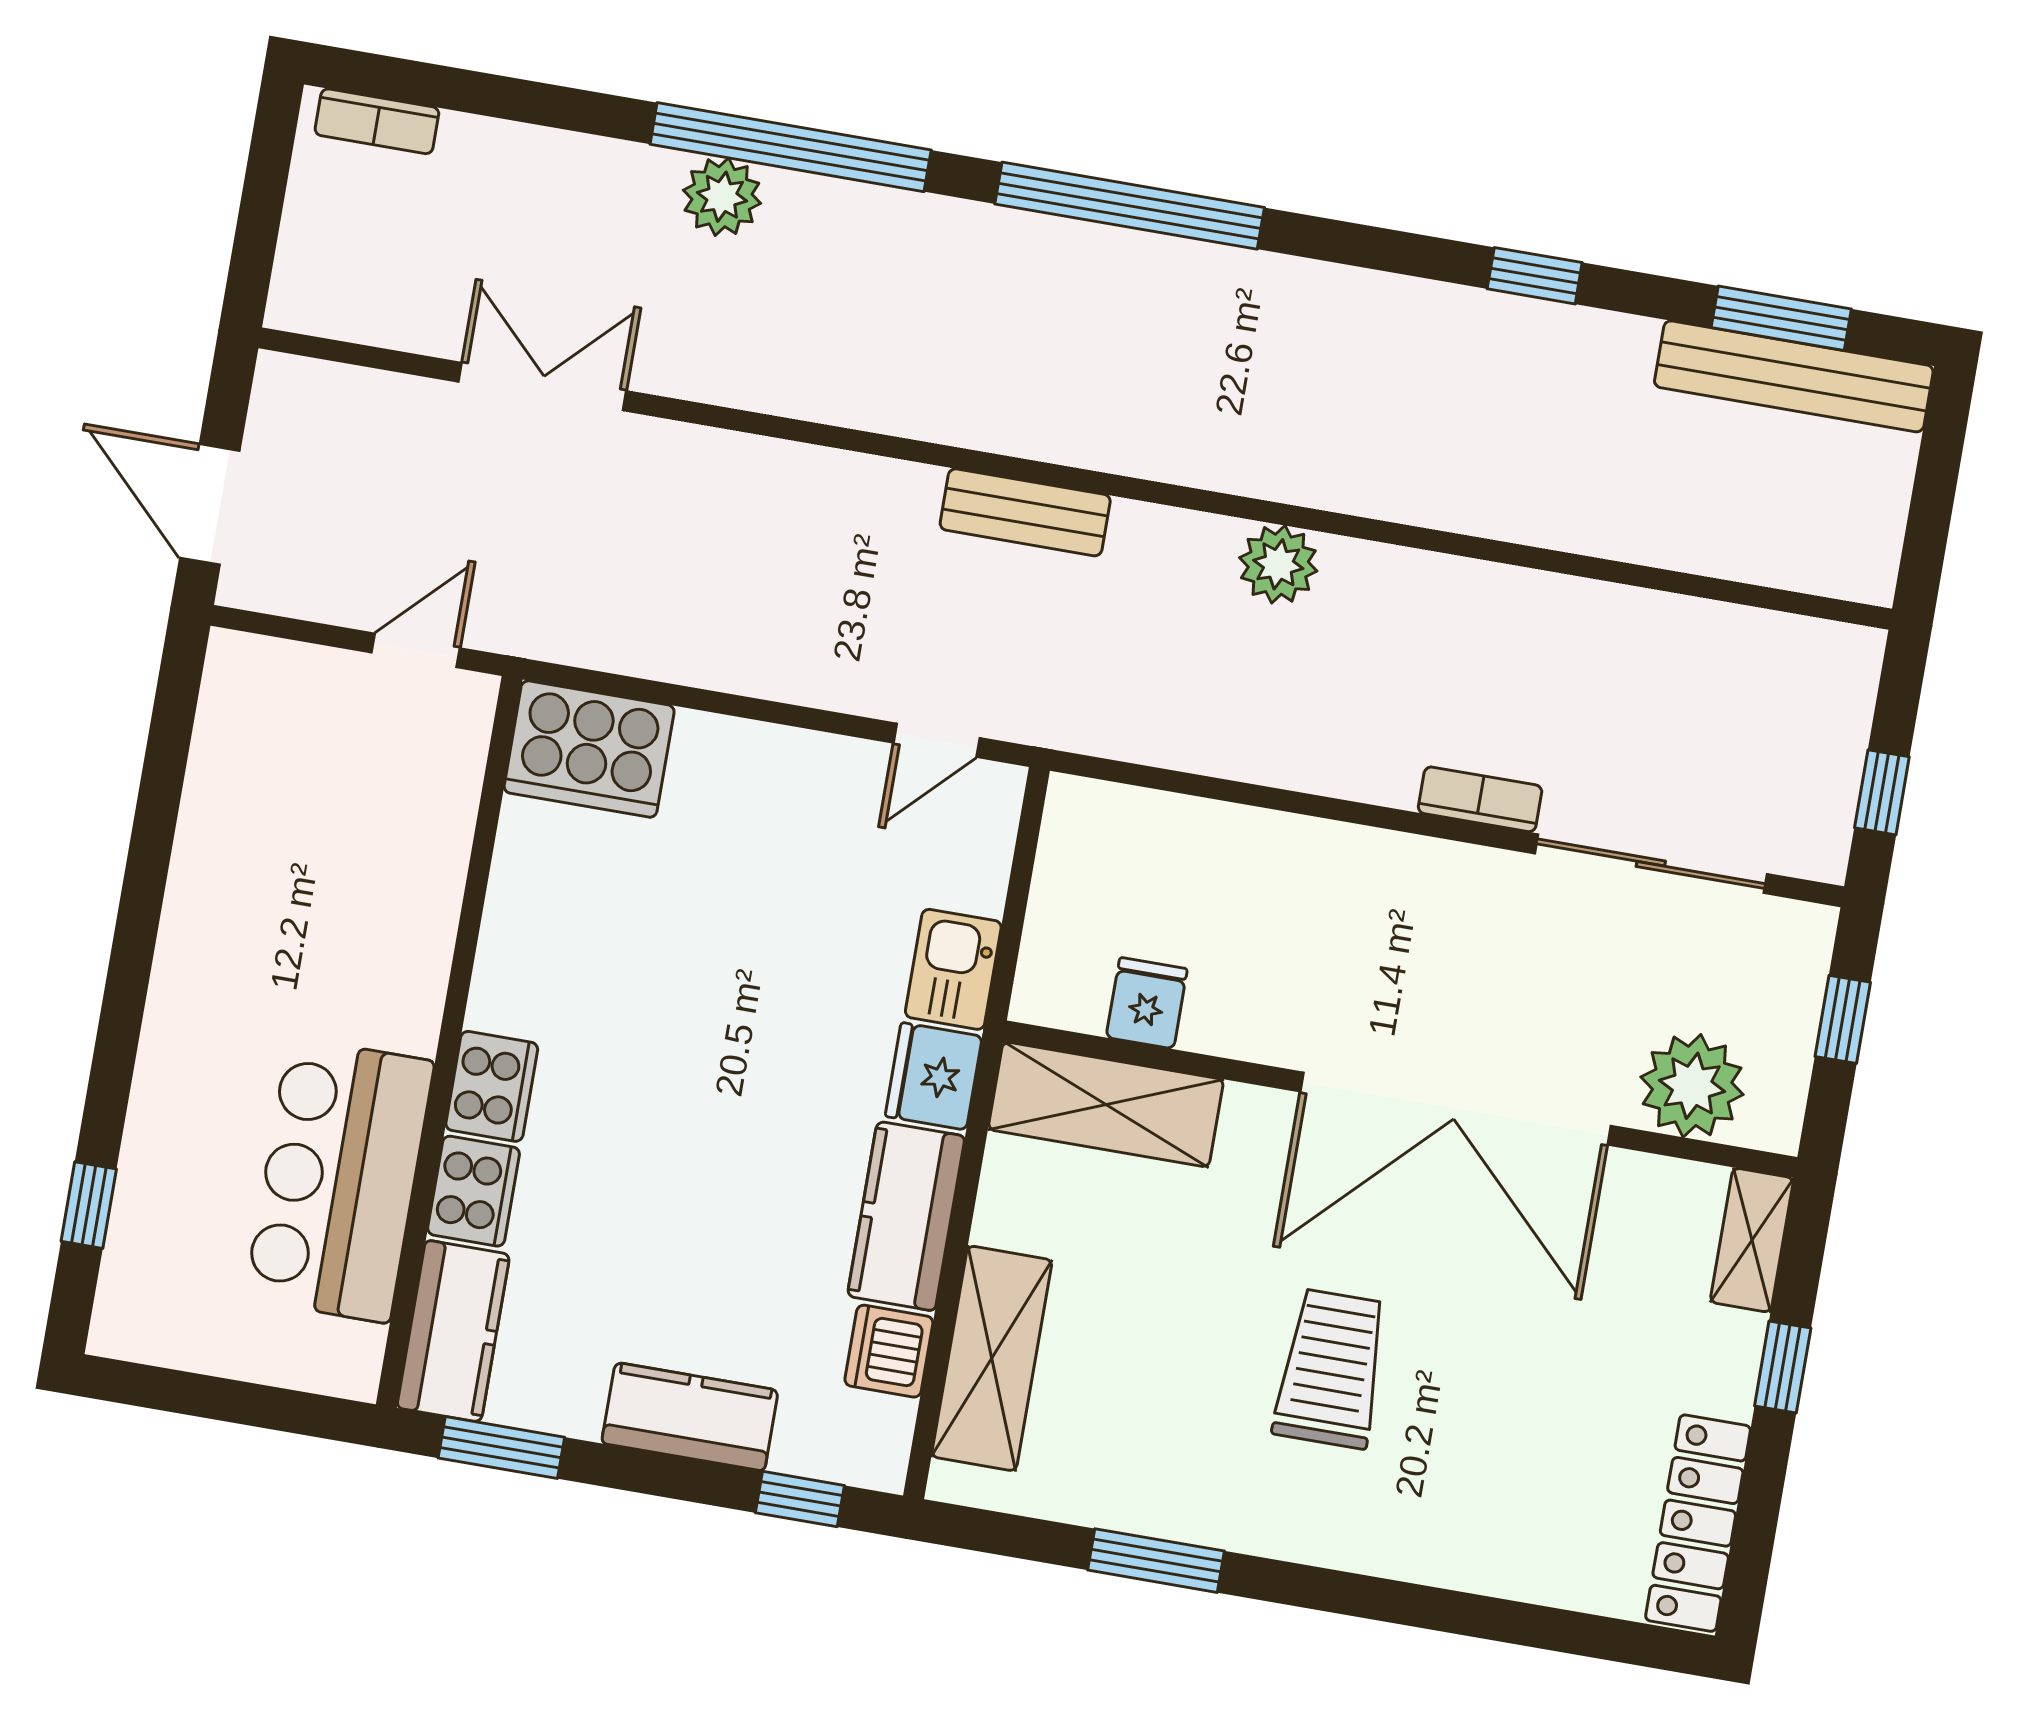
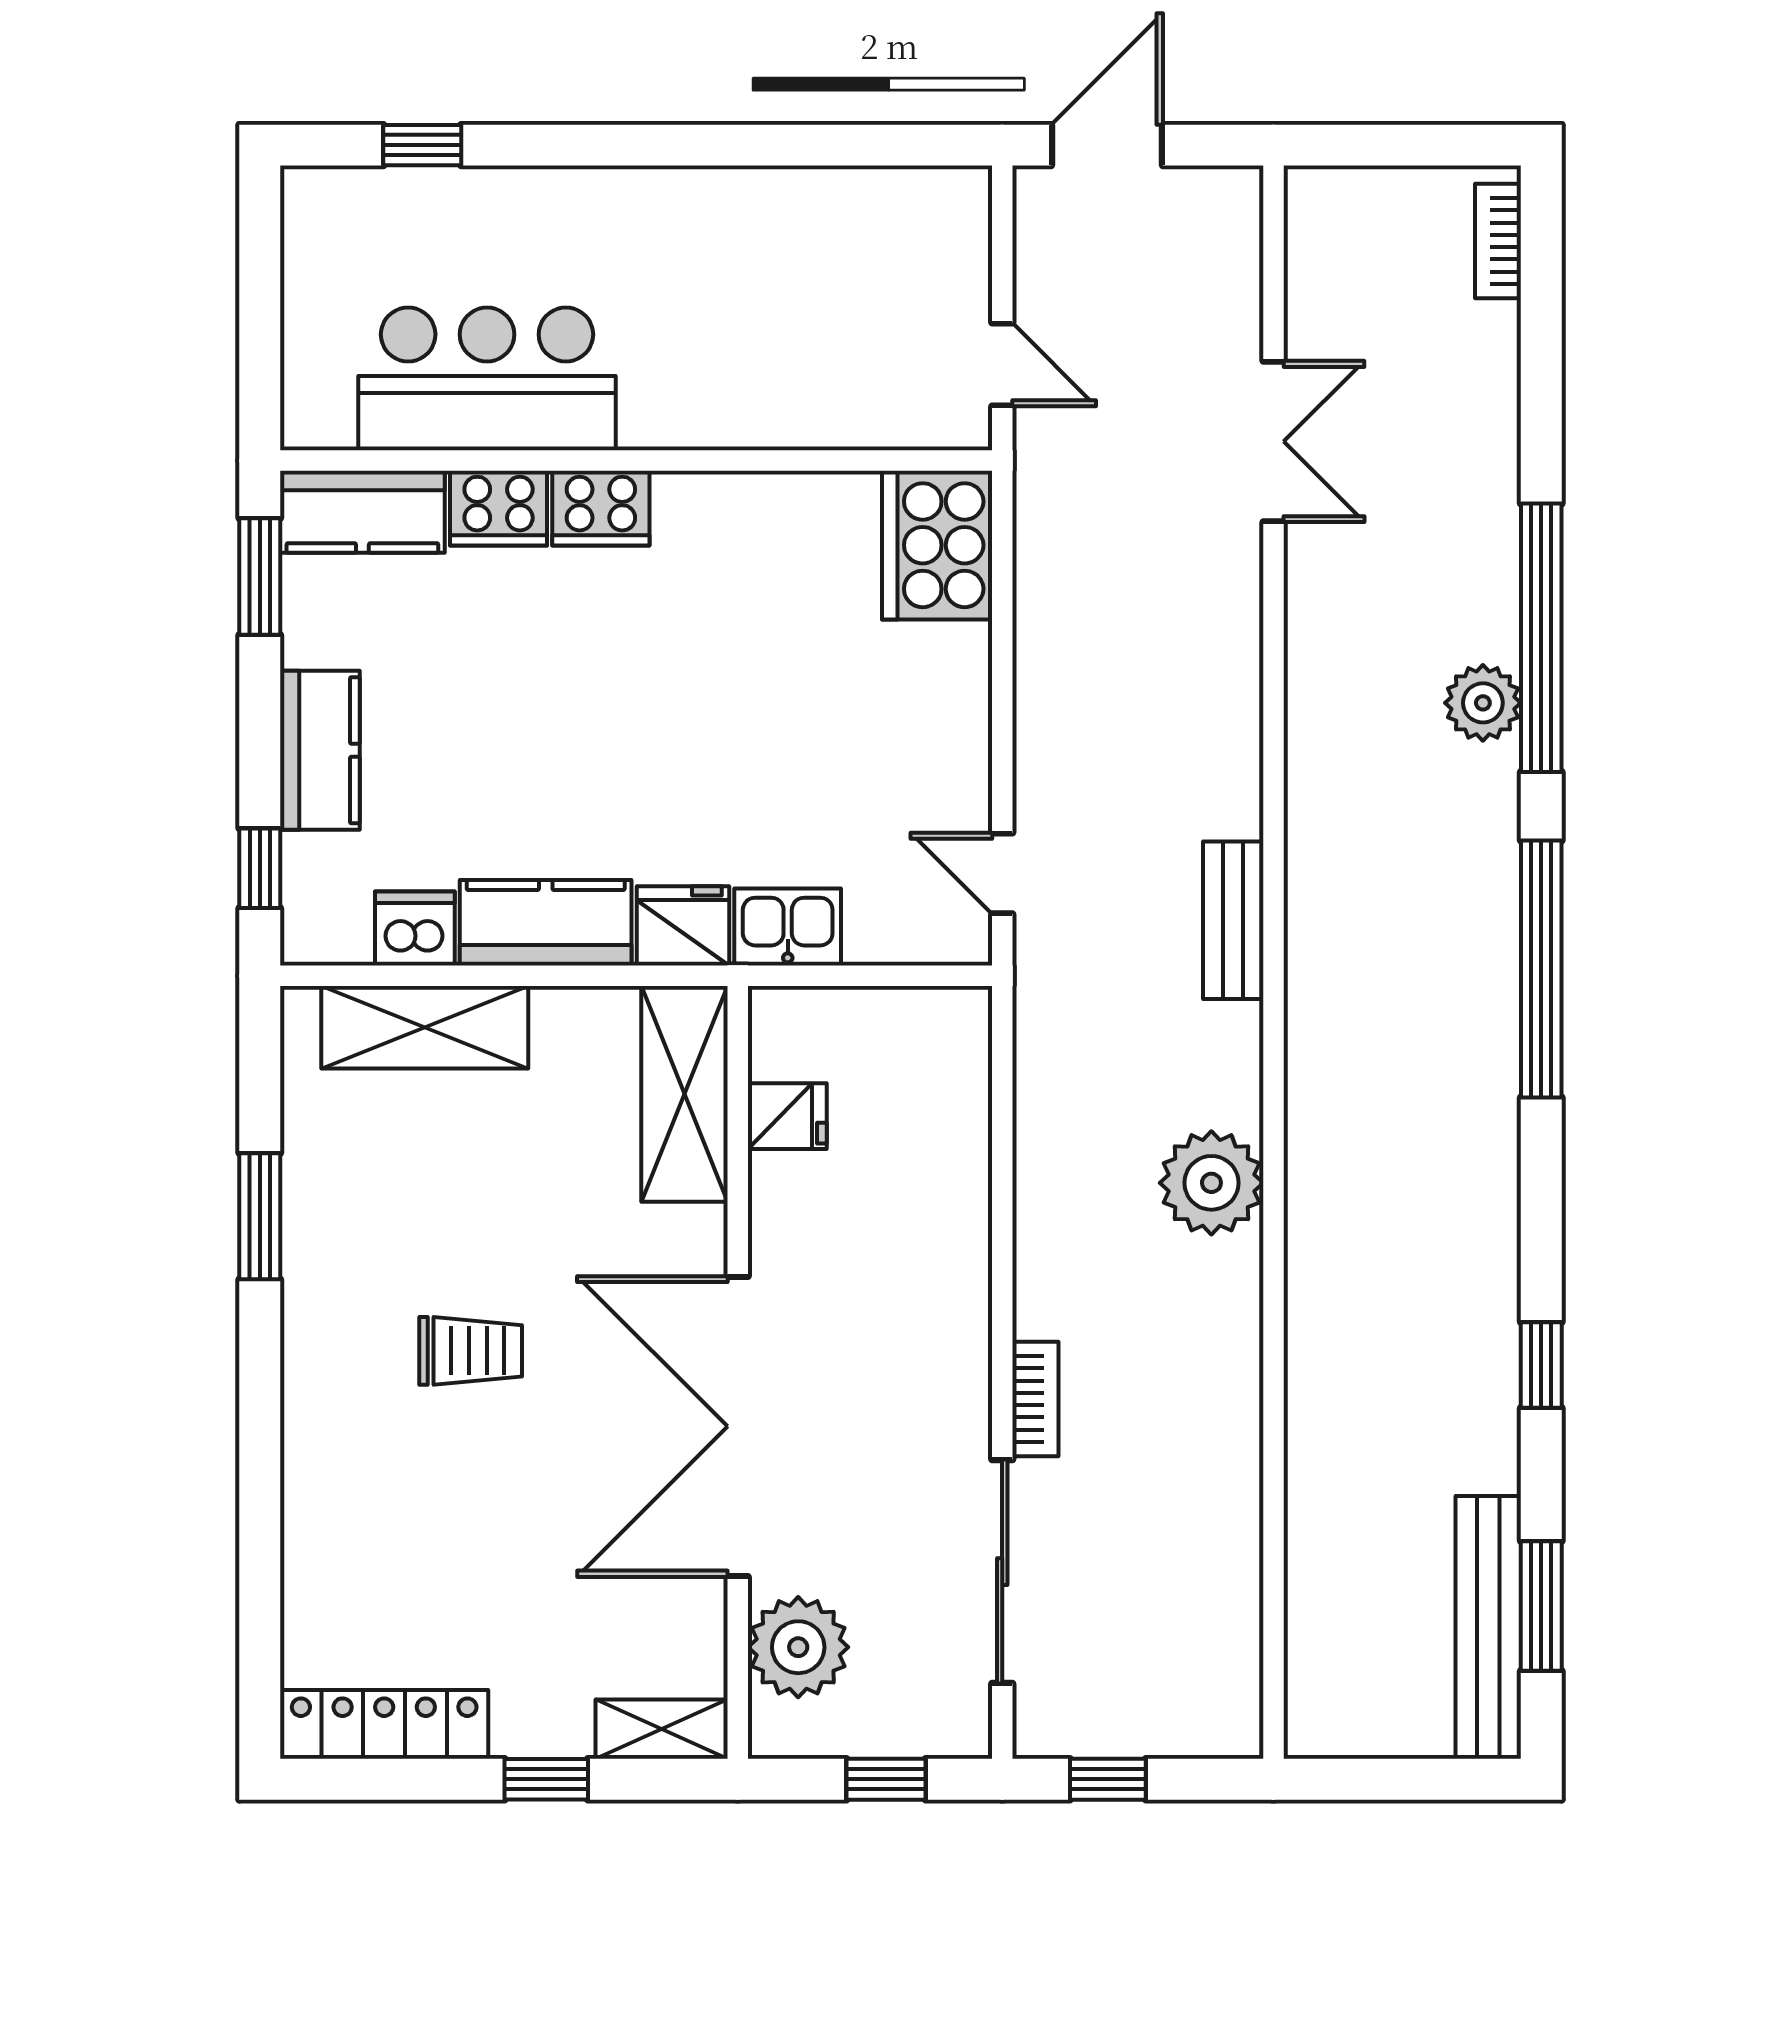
plant: (722, 197) -> (1483, 703), moved
plant: (1278, 564) -> (1211, 1183), width x1.36, depth x1.36
trolley: (1331, 1369) -> (471, 1351), width x0.73, depth x0.72

